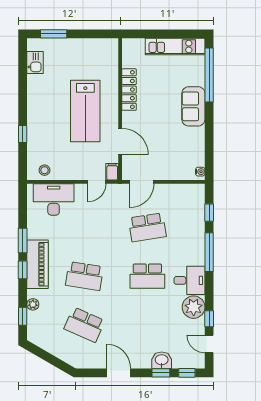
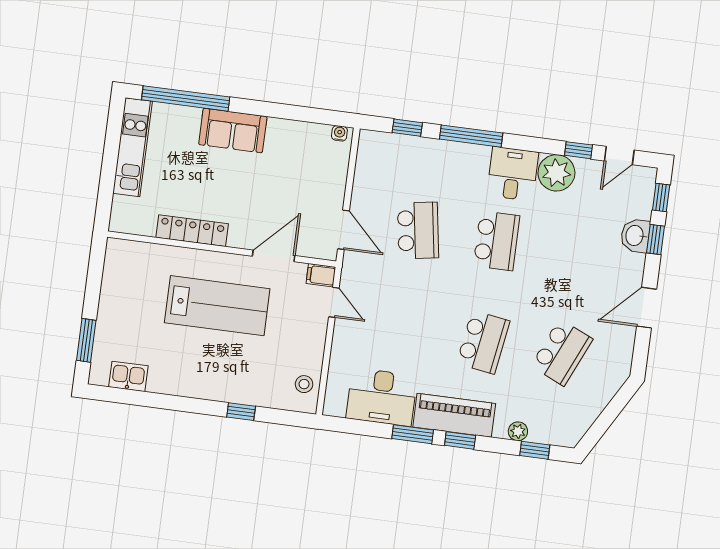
desk: (54, 199) -> (382, 397), moved, turned -90

